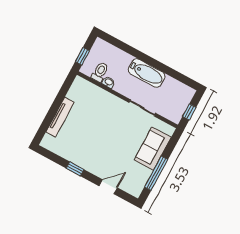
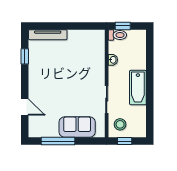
toilet: (100, 72) -> (117, 35), moved
stool: (172, 108) -> (120, 124), added
tv unit: (60, 117) -> (48, 35), moved
window: (75, 169) -> (25, 56), moved

